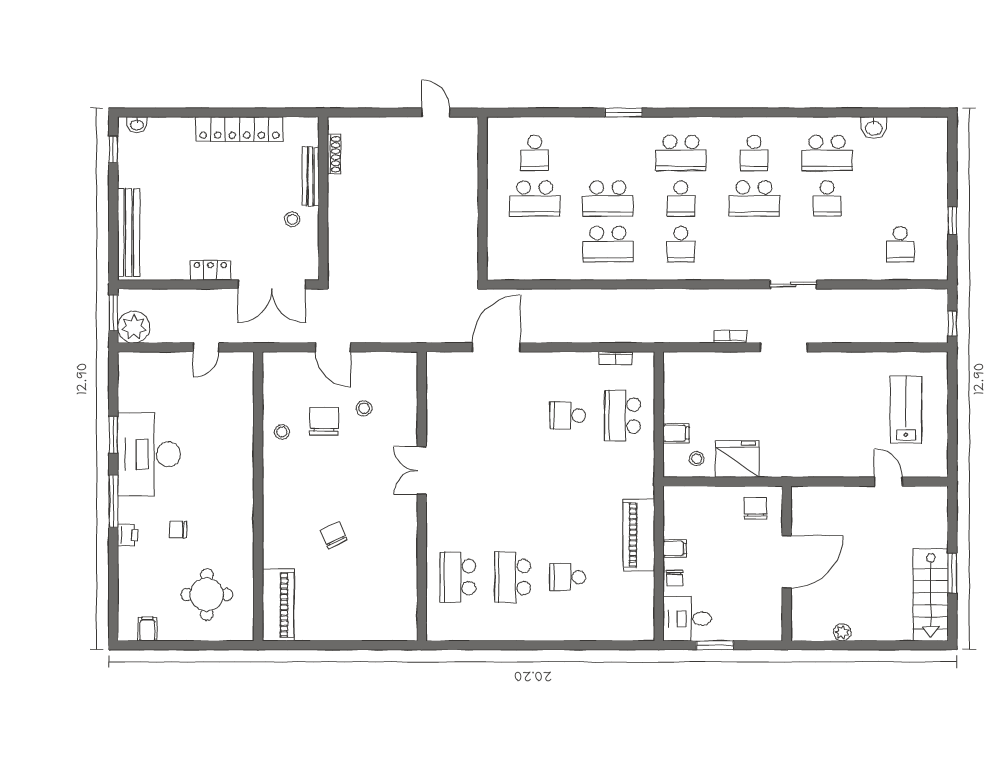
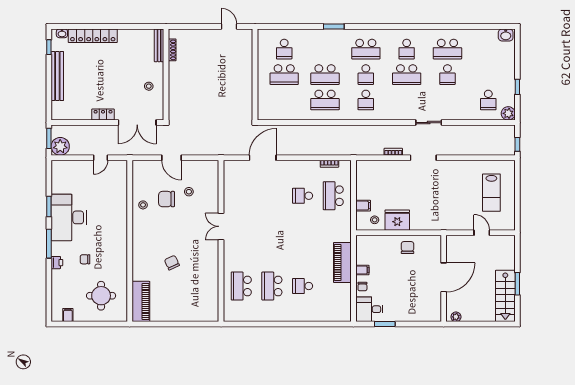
washbasin: (874, 128) -> (506, 35), moved
locker: (239, 129) -> (93, 36), moved
bench: (311, 176) -> (159, 45), moved
bench: (129, 232) -> (57, 76), moved
plant: (936, 268) -> (508, 113), added
lab bench: (906, 410) -> (491, 193), turned 180
chair: (324, 421) -> (167, 199), turned -90
door: (787, 562) -> (444, 277), moved
wall: (787, 563) -> (444, 278), moved

